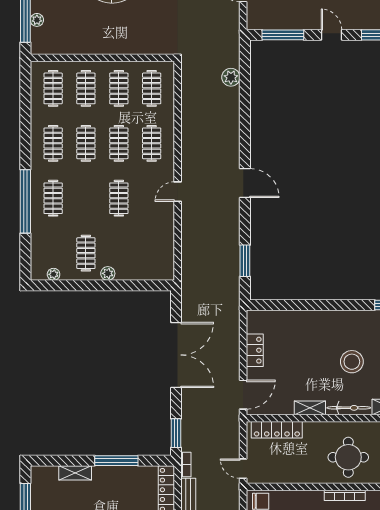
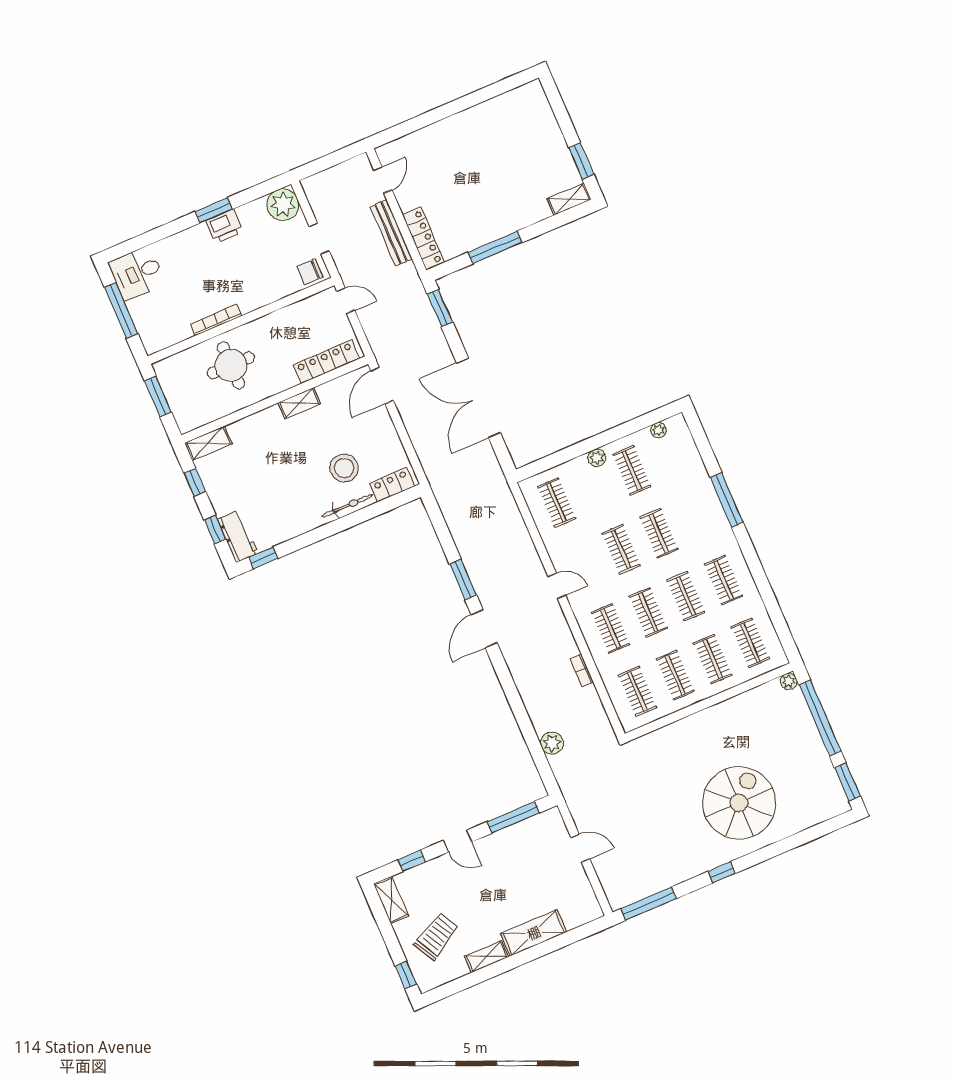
plant: (37, 20) -> (789, 681), moved
door: (245, 183) -> (484, 629), hinge flipped
door: (178, 192) -> (557, 586), hinge flipped
clothes rail: (53, 198) -> (659, 533), moved
window: (25, 201) -> (727, 500), width x0.68
clothes rail: (152, 253) -> (556, 503), added
window: (245, 261) -> (463, 580), moved
locker: (255, 350) -> (392, 485), moved, turned 90
stool: (352, 362) -> (344, 468), moved
bicycle: (349, 408) -> (347, 506), moved, turned 180
bookcase: (186, 465) -> (582, 670), moved
shelving: (75, 473) -> (569, 199), moved

